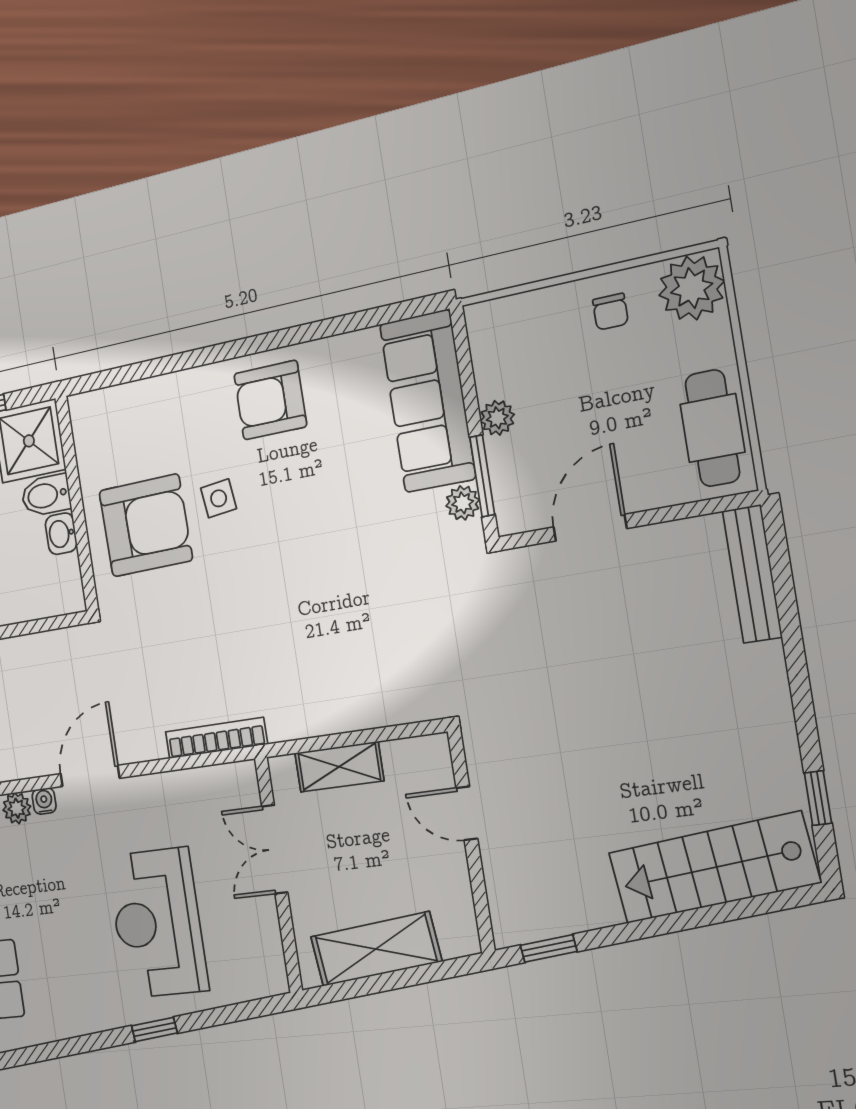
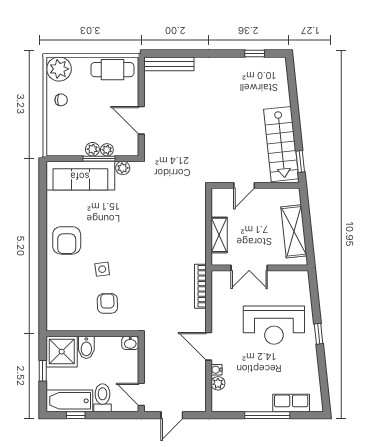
plant: (502, 455) -> (107, 150), added
window: (482, 476) -> (99, 159), moved
armchair: (146, 525) -> (107, 303), width x0.53, depth x0.53
washbasin: (61, 534) -> (130, 343), moved
stairs: (713, 868) -> (281, 144), moved

